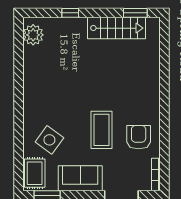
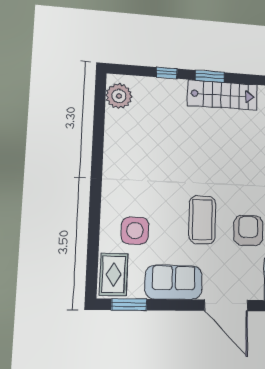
window: (135, 13) -> (210, 76), moved
side table: (49, 140) -> (135, 231), turned -36

